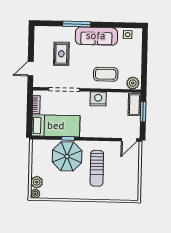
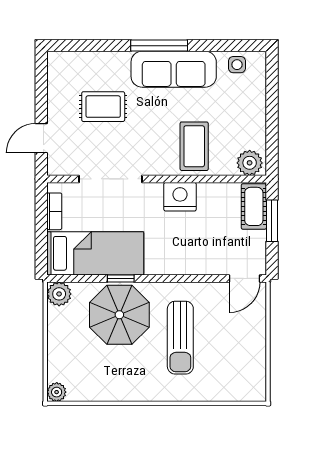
window: (77, 24) -> (159, 46), moved
rug: (61, 54) -> (103, 107), turned 90
coffee table: (106, 74) -> (194, 146), turned 90
plant: (37, 182) -> (59, 294), moved

